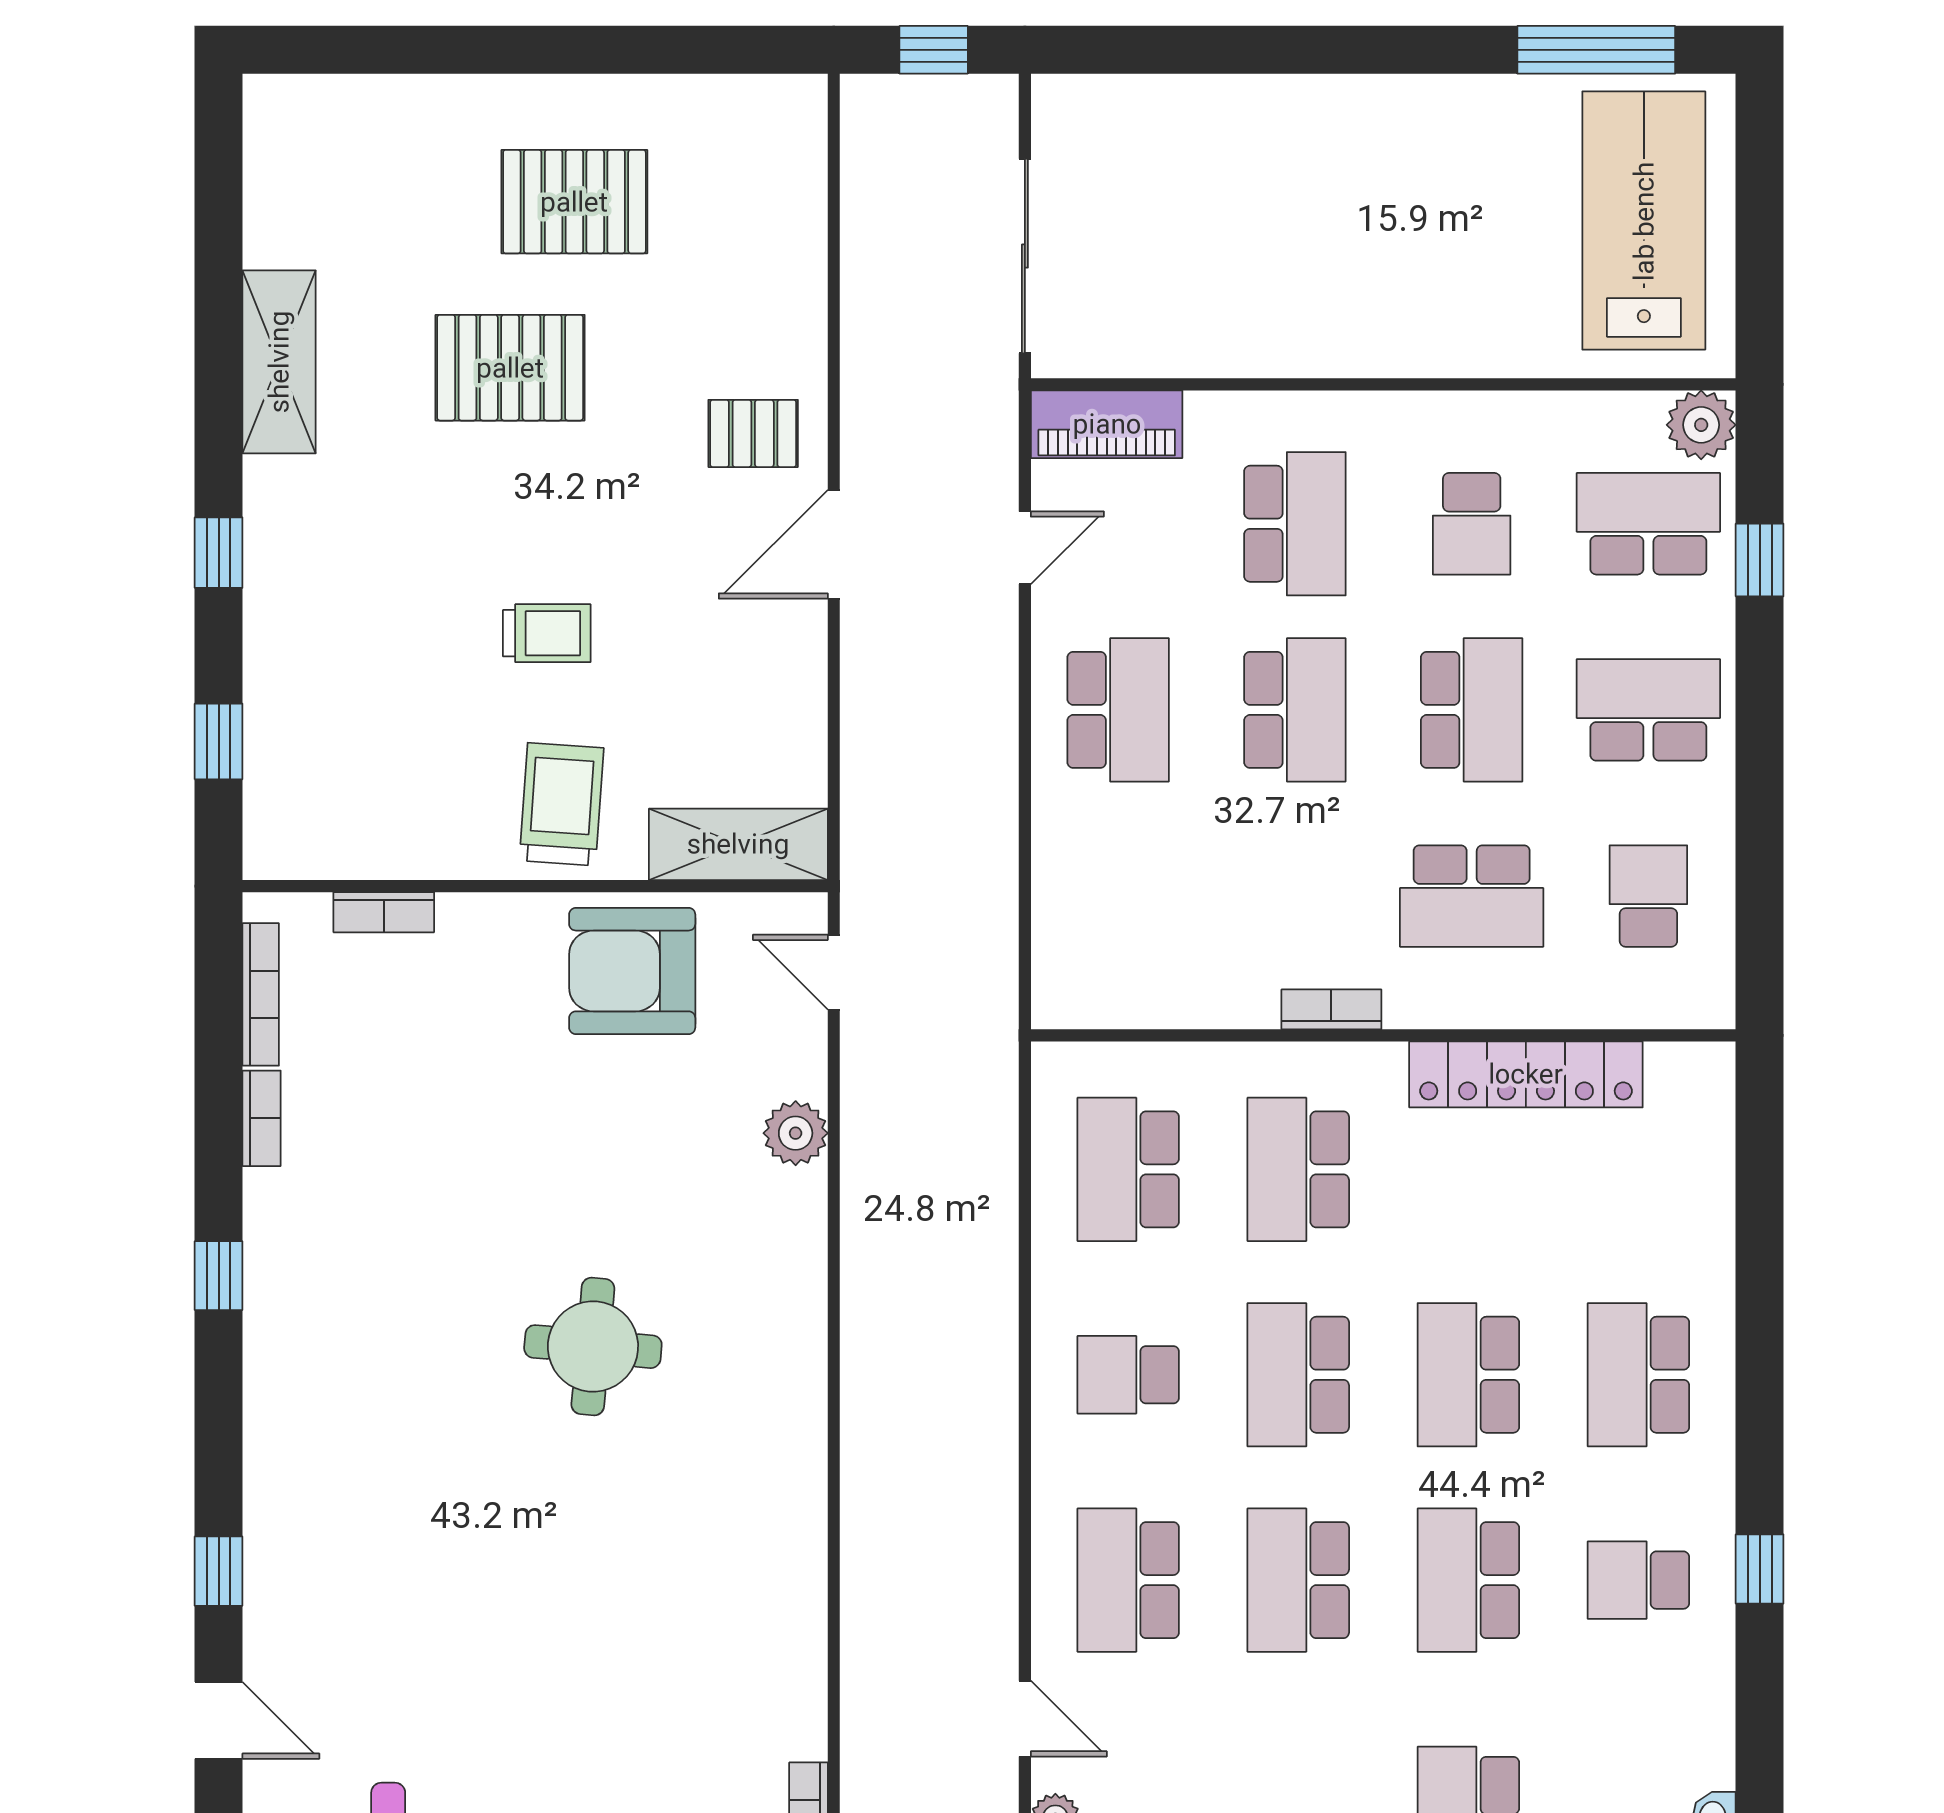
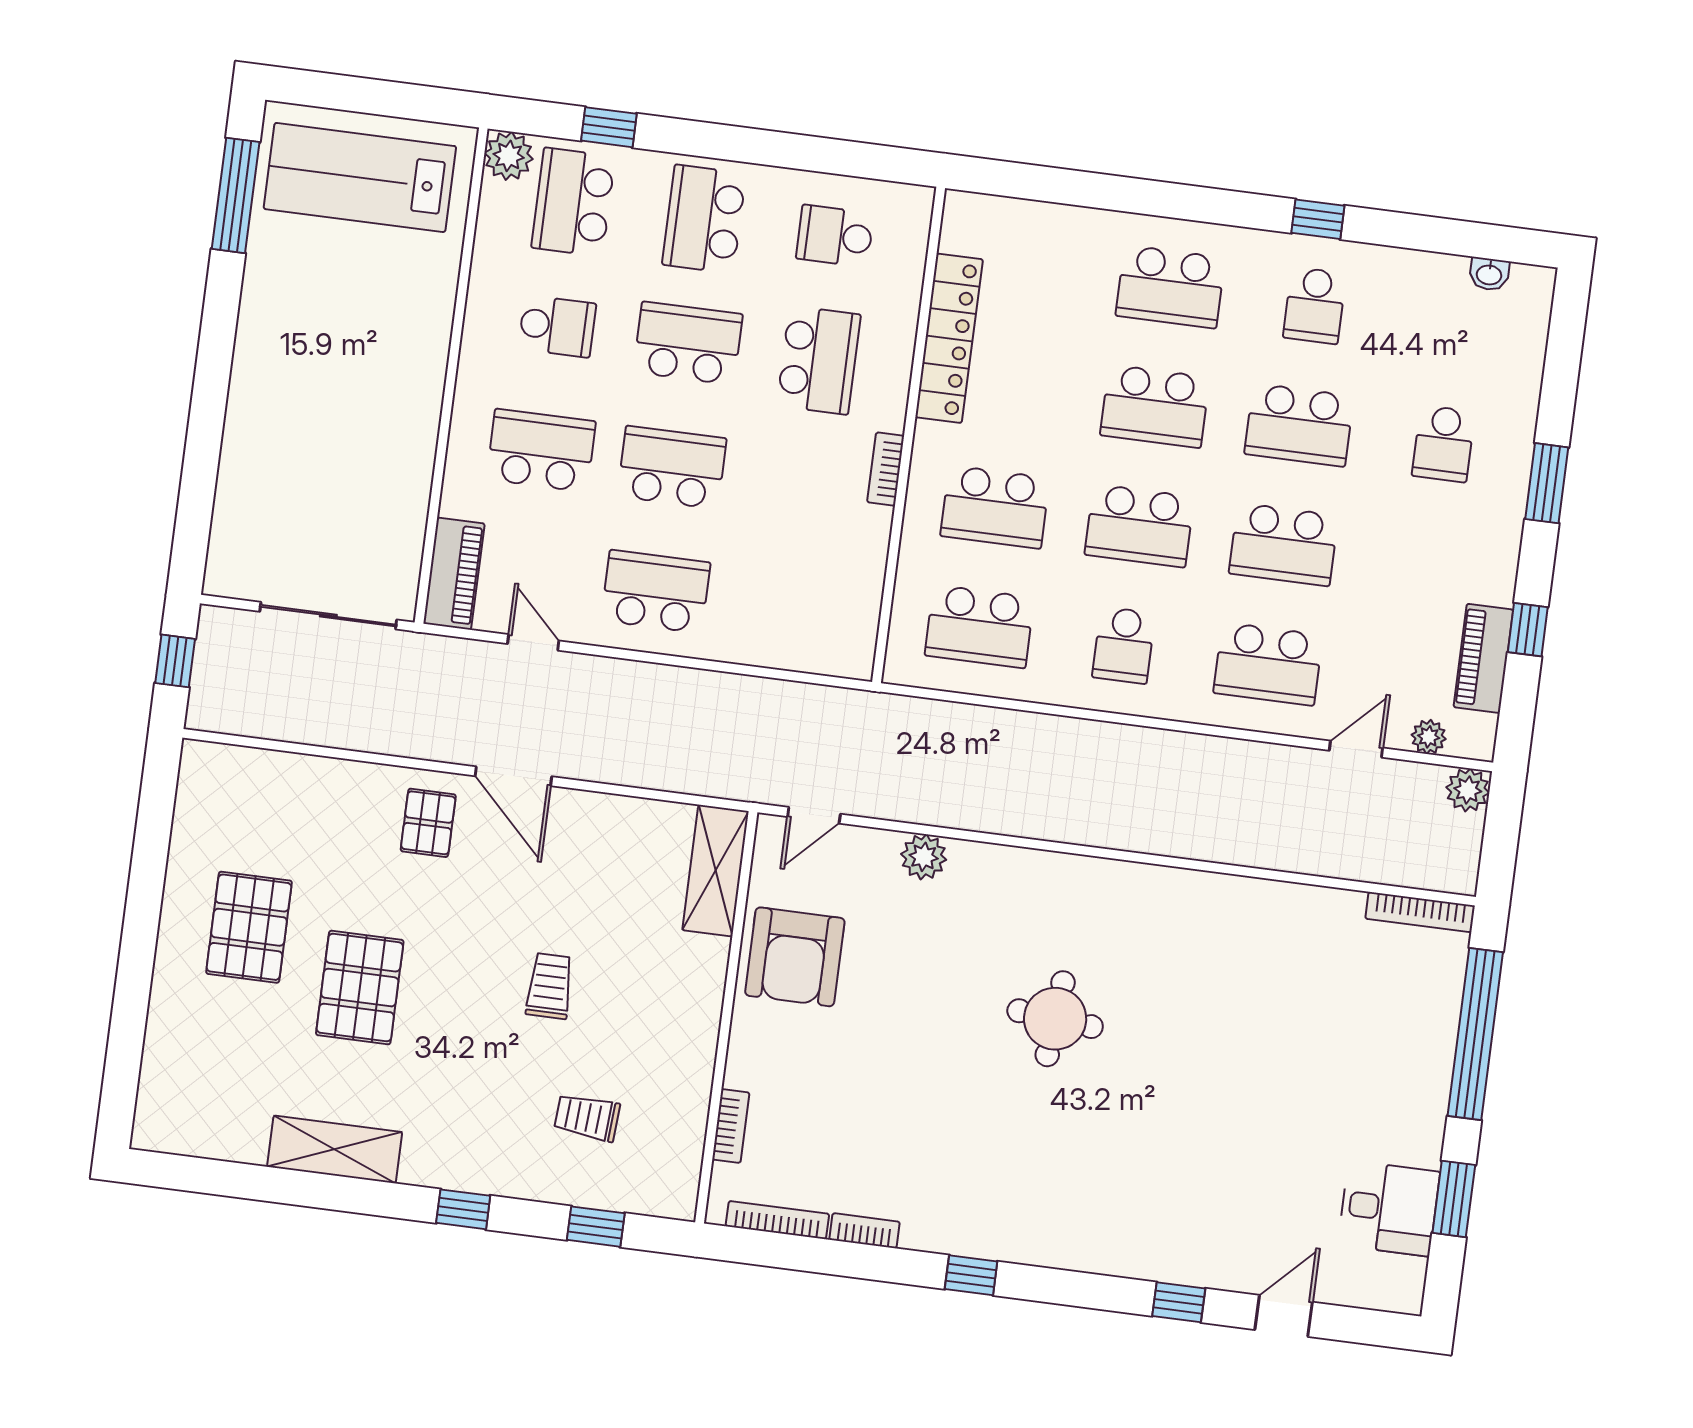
trolley: (562, 804) -> (587, 1117), moved, width x0.73, depth x0.72

